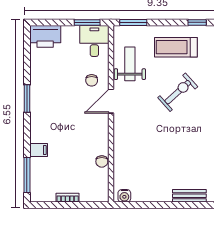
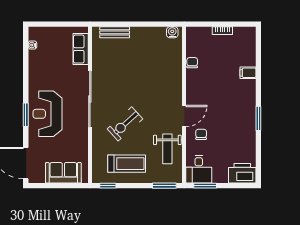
window: (27, 175) -> (258, 51), removed

